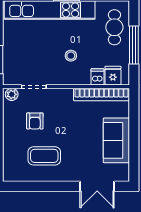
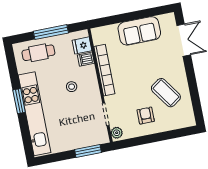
bookcase: (102, 94) -> (104, 70), moved
armchair: (35, 121) -> (146, 116), moved, turned -90
coffee table: (44, 156) -> (166, 93), turned -35

